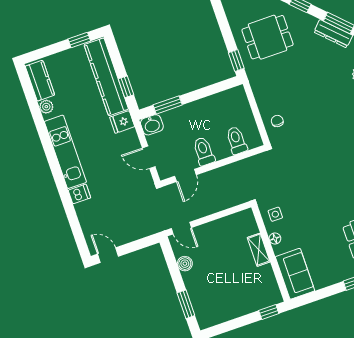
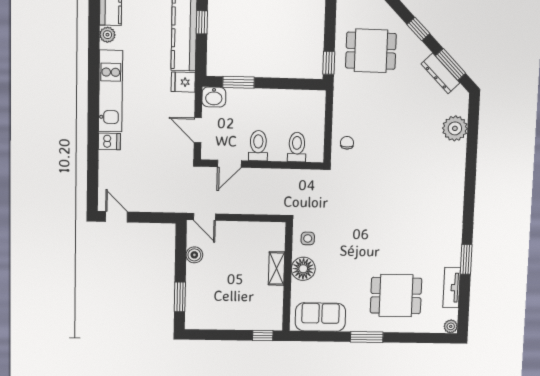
window: (126, 87) -> (202, 22), moved
floor lamp: (275, 238) -> (303, 269), width x1.89, depth x1.89
sofa: (295, 274) -> (320, 317), moved, turned -90

